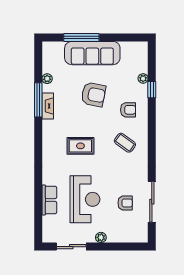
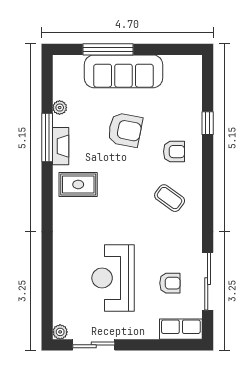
plant: (143, 78) -> (195, 107), removed
rug: (80, 146) -> (78, 184), moved
reception desk: (85, 199) -> (113, 278), turned 180
row of seats: (49, 200) -> (181, 329), moved, turned -90
plant: (101, 237) -> (60, 332), moved

